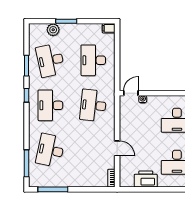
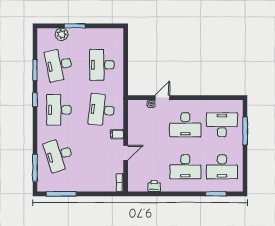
filing cabinet: (109, 28) -> (117, 134), moved
door: (131, 93) -> (162, 98), moved
door: (117, 148) -> (126, 153), hinge flipped
desk: (50, 150) -> (59, 155), turned -30
printer: (146, 179) -> (154, 186), width x0.53, depth x0.68

